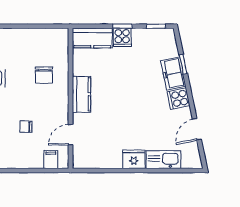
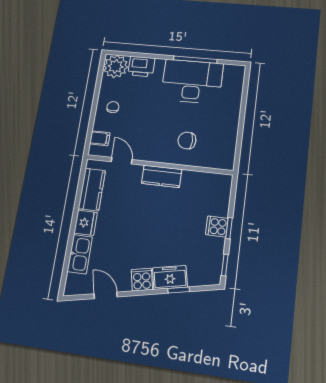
kitchen counter: (92, 38) -> (92, 190), moved, turned 180
chair: (26, 127) -> (113, 107), moved

